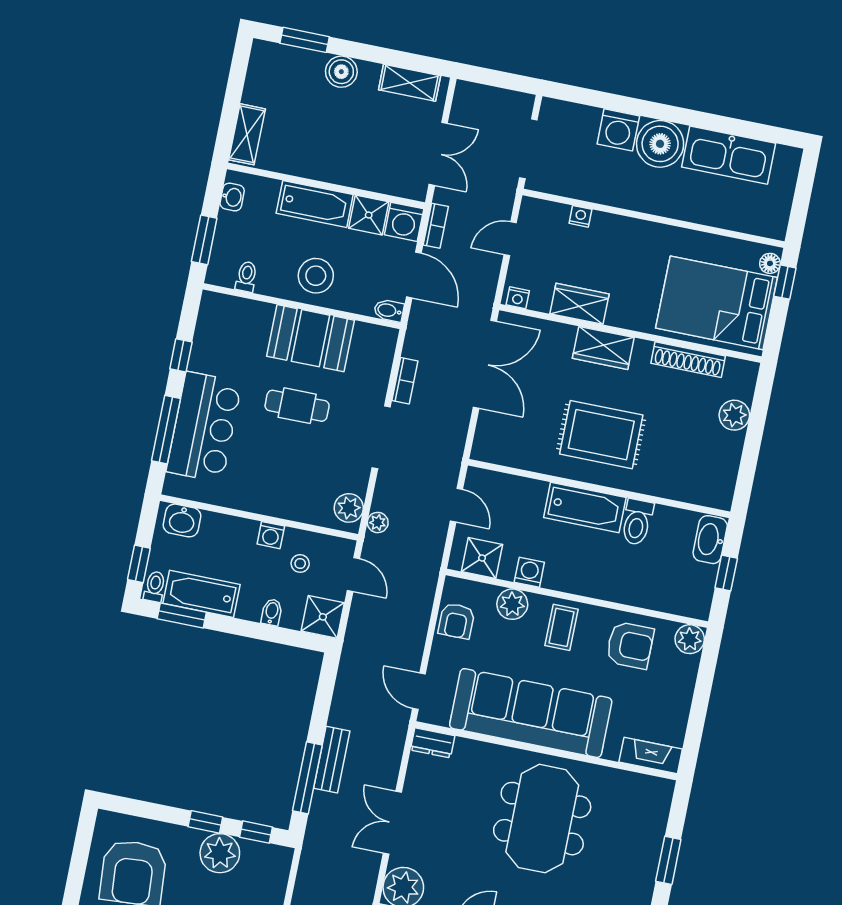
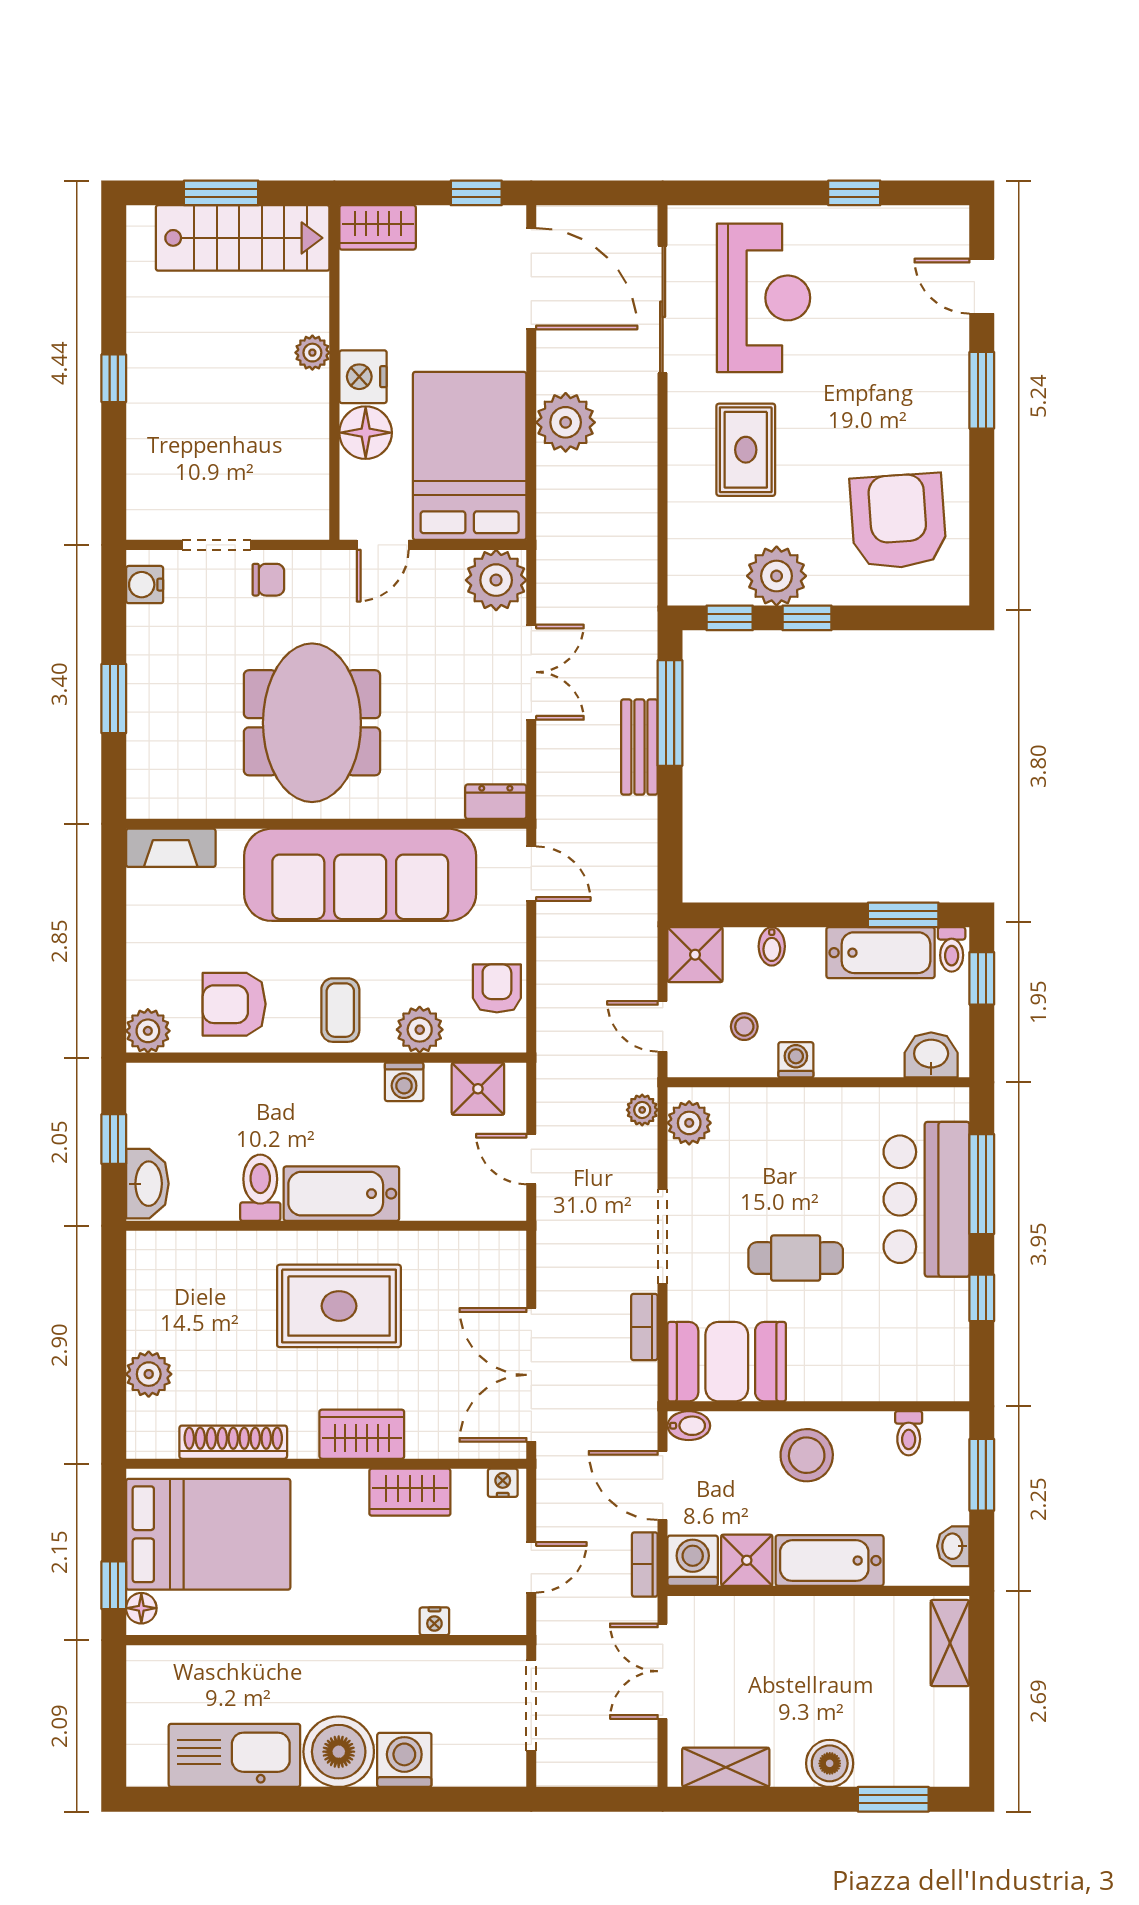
booth: (310, 338) -> (727, 1362), moved

